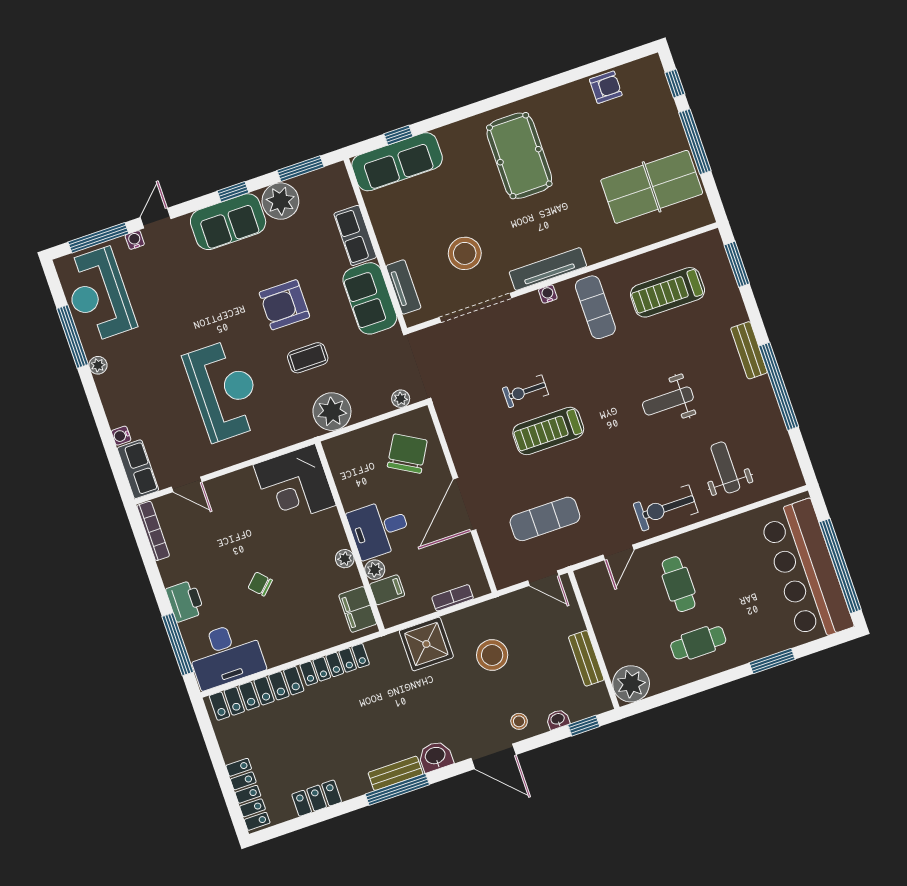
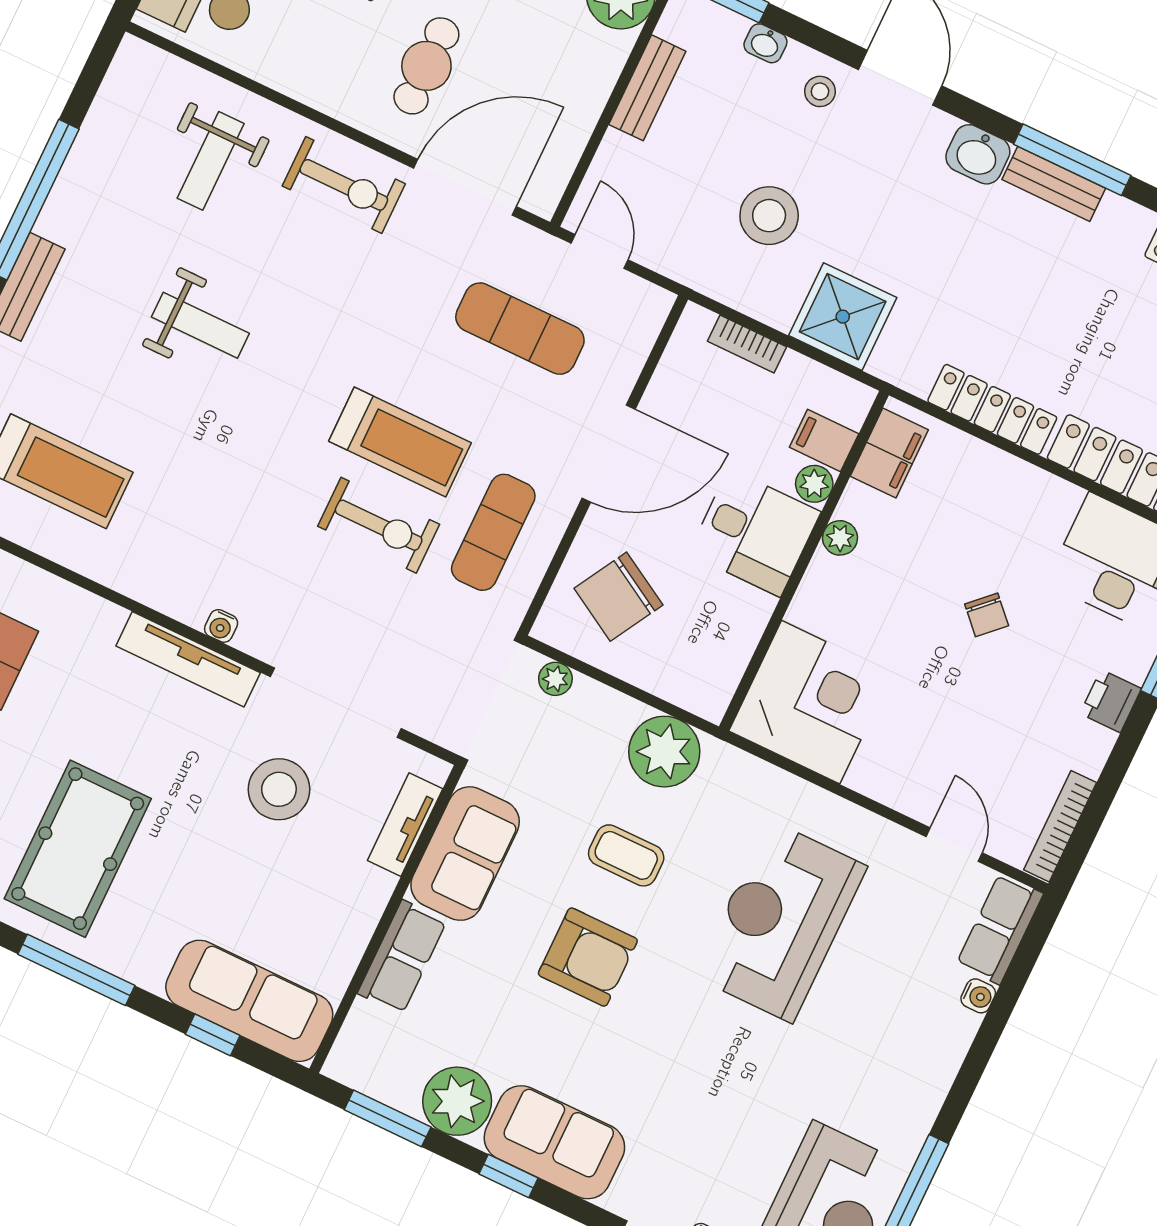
window: (475, 109) -> (76, 970), added
exercise mat: (595, 307) -> (493, 532), moved
plant: (98, 365) -> (917, 1121), removed
exercise bike: (525, 391) -> (379, 525), width x1.38, depth x1.39
door: (619, 552) -> (465, 187), width x1.88
printer: (185, 601) -> (1111, 701), width x0.73, depth x0.81

